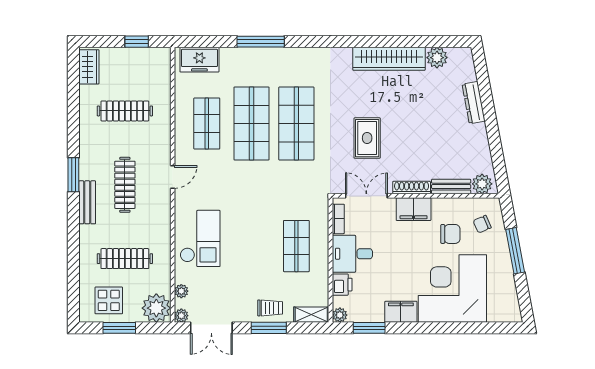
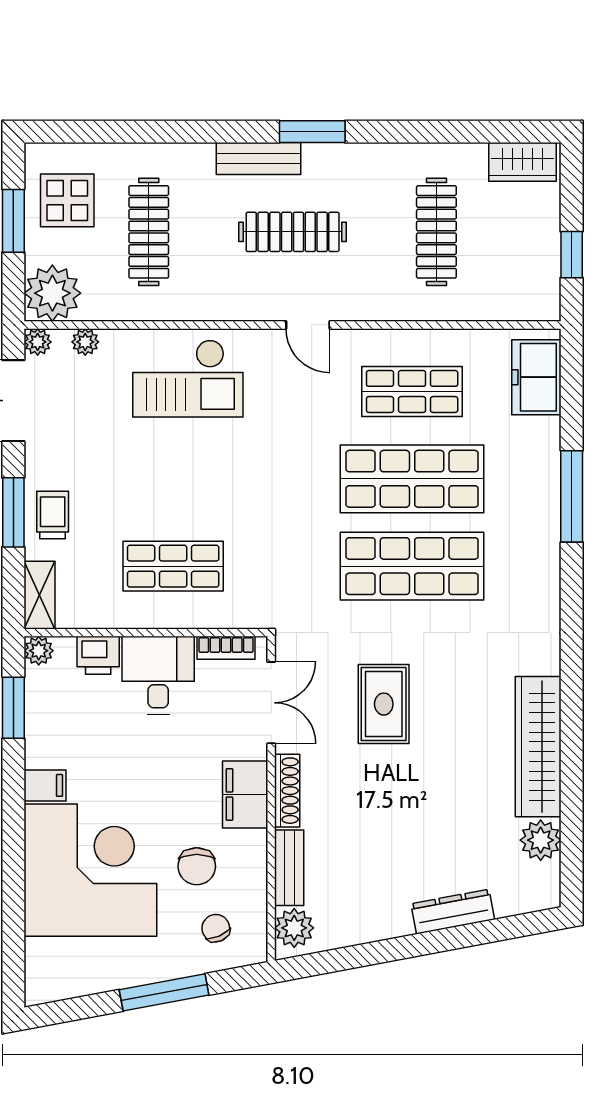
rug: (367, 138) -> (384, 704), turned 90
trolley: (270, 308) -> (53, 515), turned 180
filing cabinet: (401, 312) -> (45, 785), width x0.50

